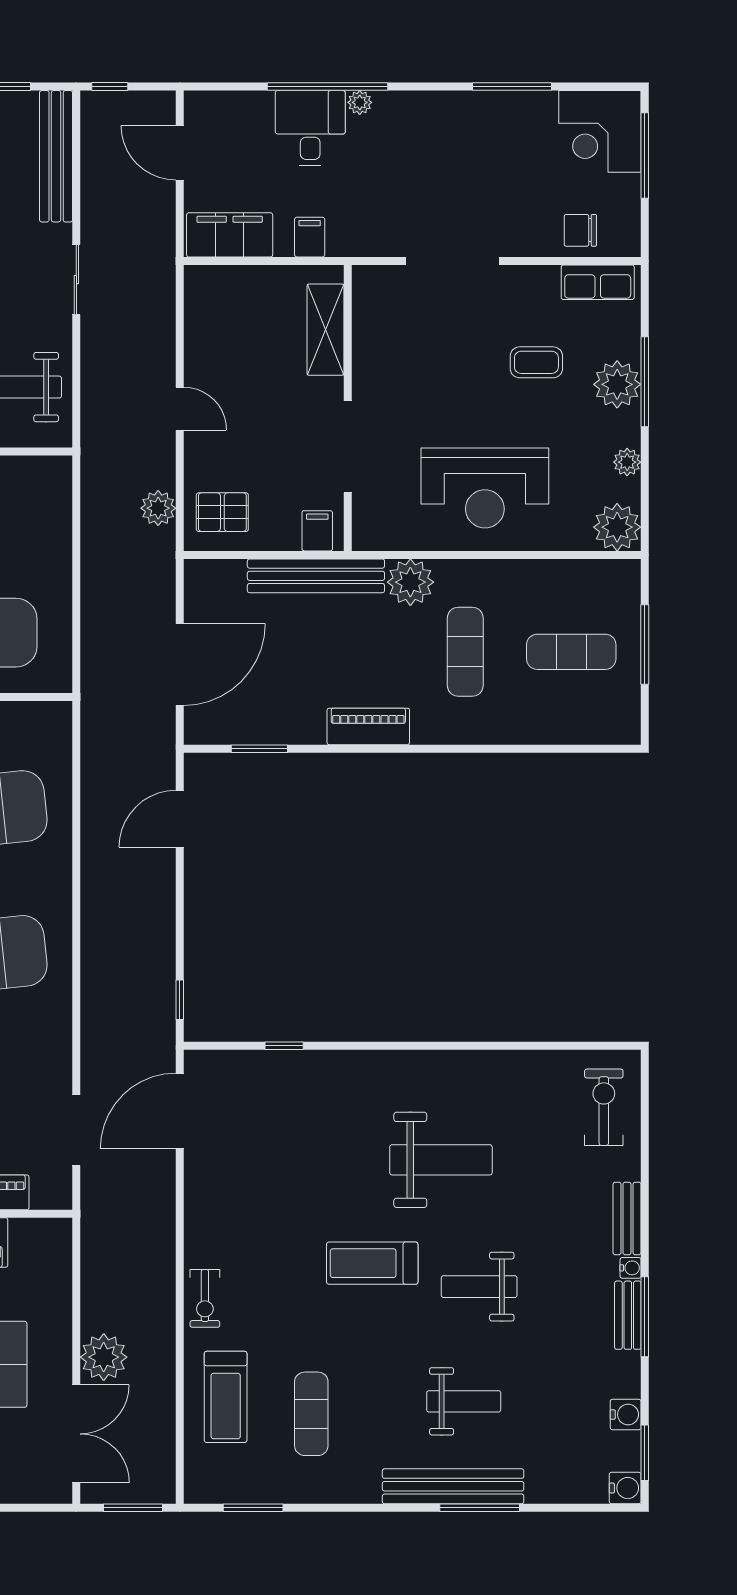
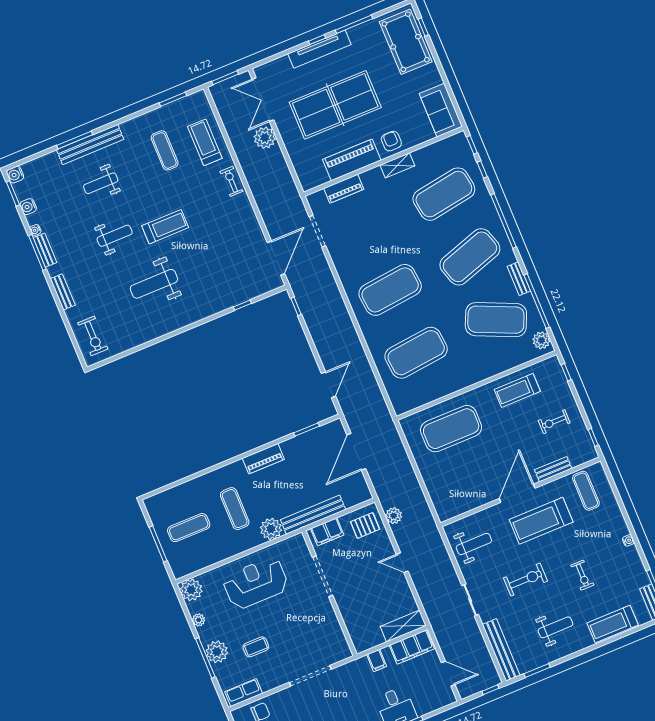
shelving: (325, 330) -> (403, 626), moved, turned 90
filing cabinet: (317, 531) -> (327, 532), width x2.00
water cooler: (630, 1268) -> (35, 230), moved

